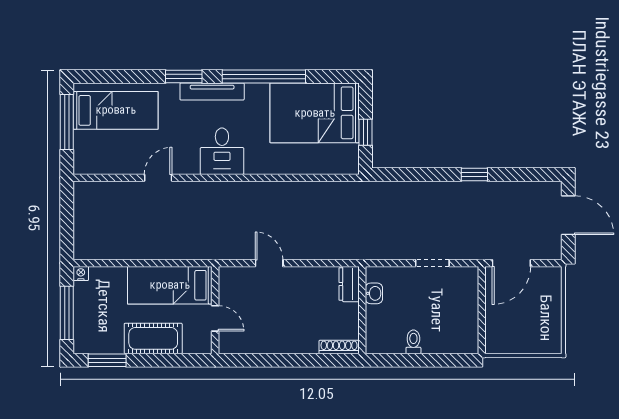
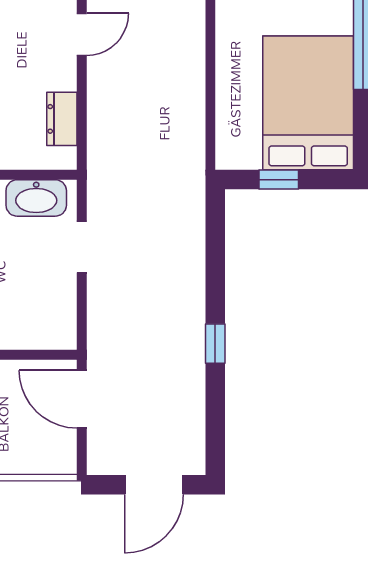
doorway: (432, 263) -> (82, 247), moved
dresser: (349, 284) -> (62, 119), moved, turned -90
washbasin: (374, 293) -> (36, 198), width x1.91, depth x1.45

